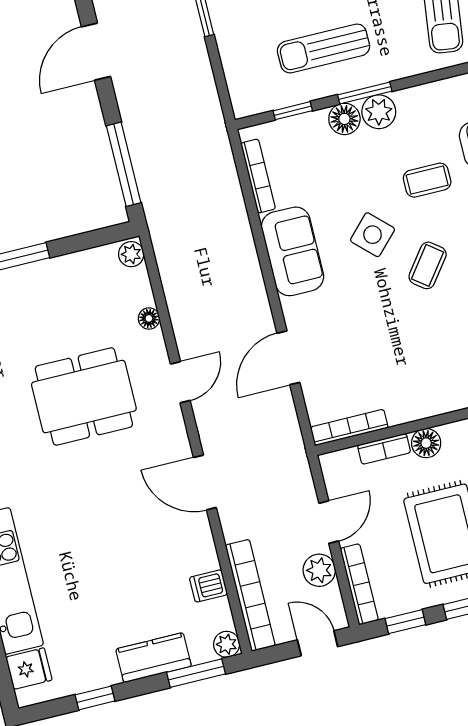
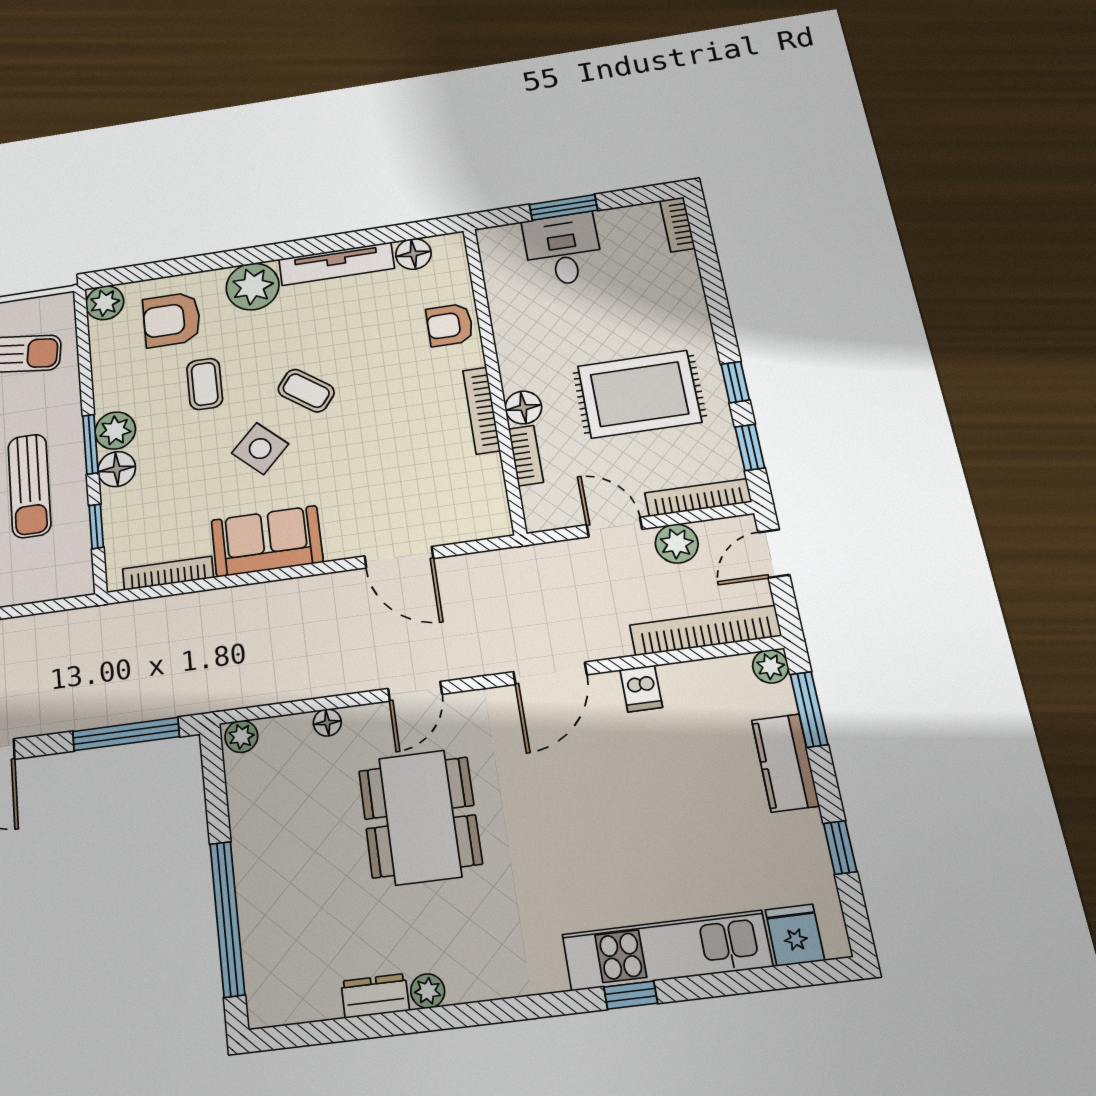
door: (180, 382) -> (415, 691), swing flipped
bookcase: (349, 427) -> (481, 410), moved
dishwasher: (208, 586) -> (641, 688), moved

